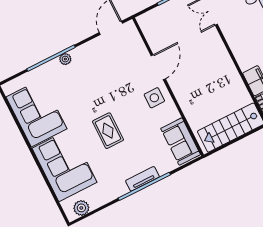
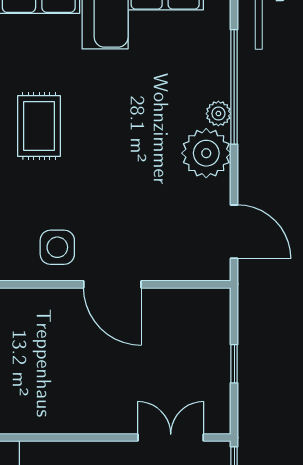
plant: (84, 56) -> (206, 153), added
rug: (108, 131) -> (39, 126), turned 90

